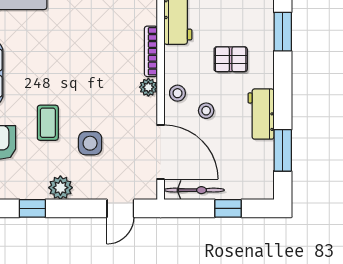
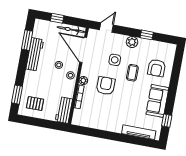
pallet: (231, 59) -> (35, 104), moved
armchair: (99, 85) -> (106, 86), added
workbench: (261, 114) -> (35, 54), width x1.38

